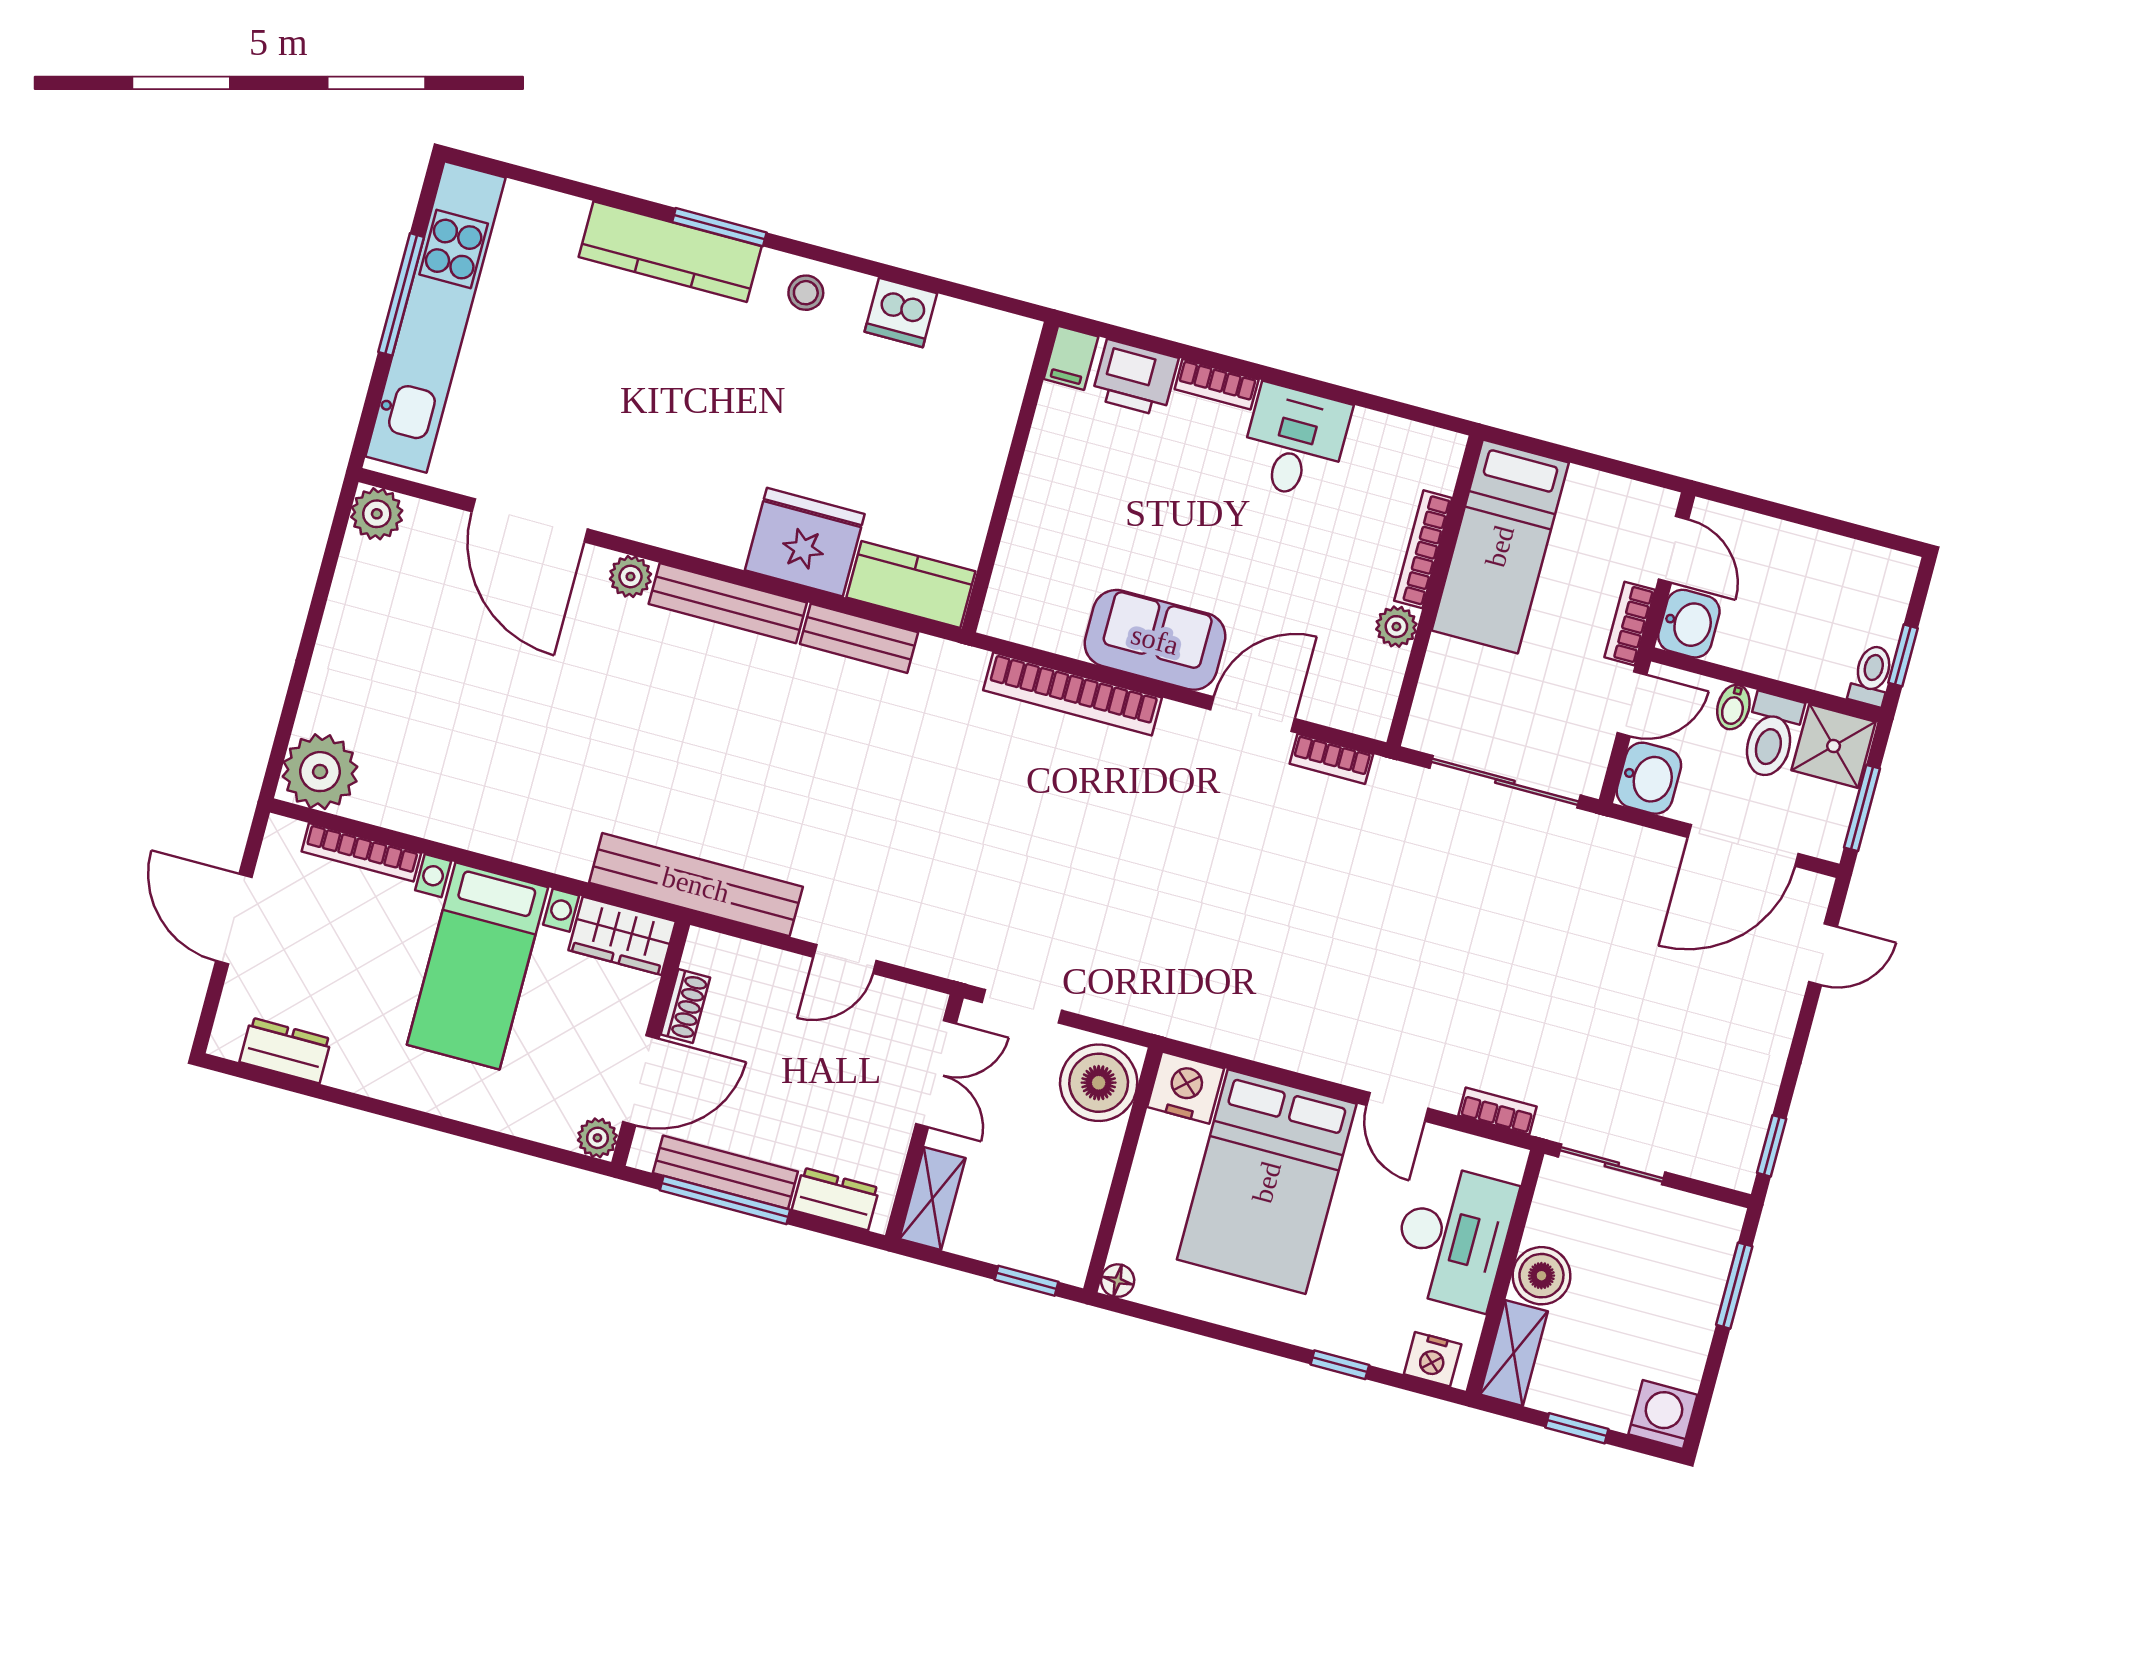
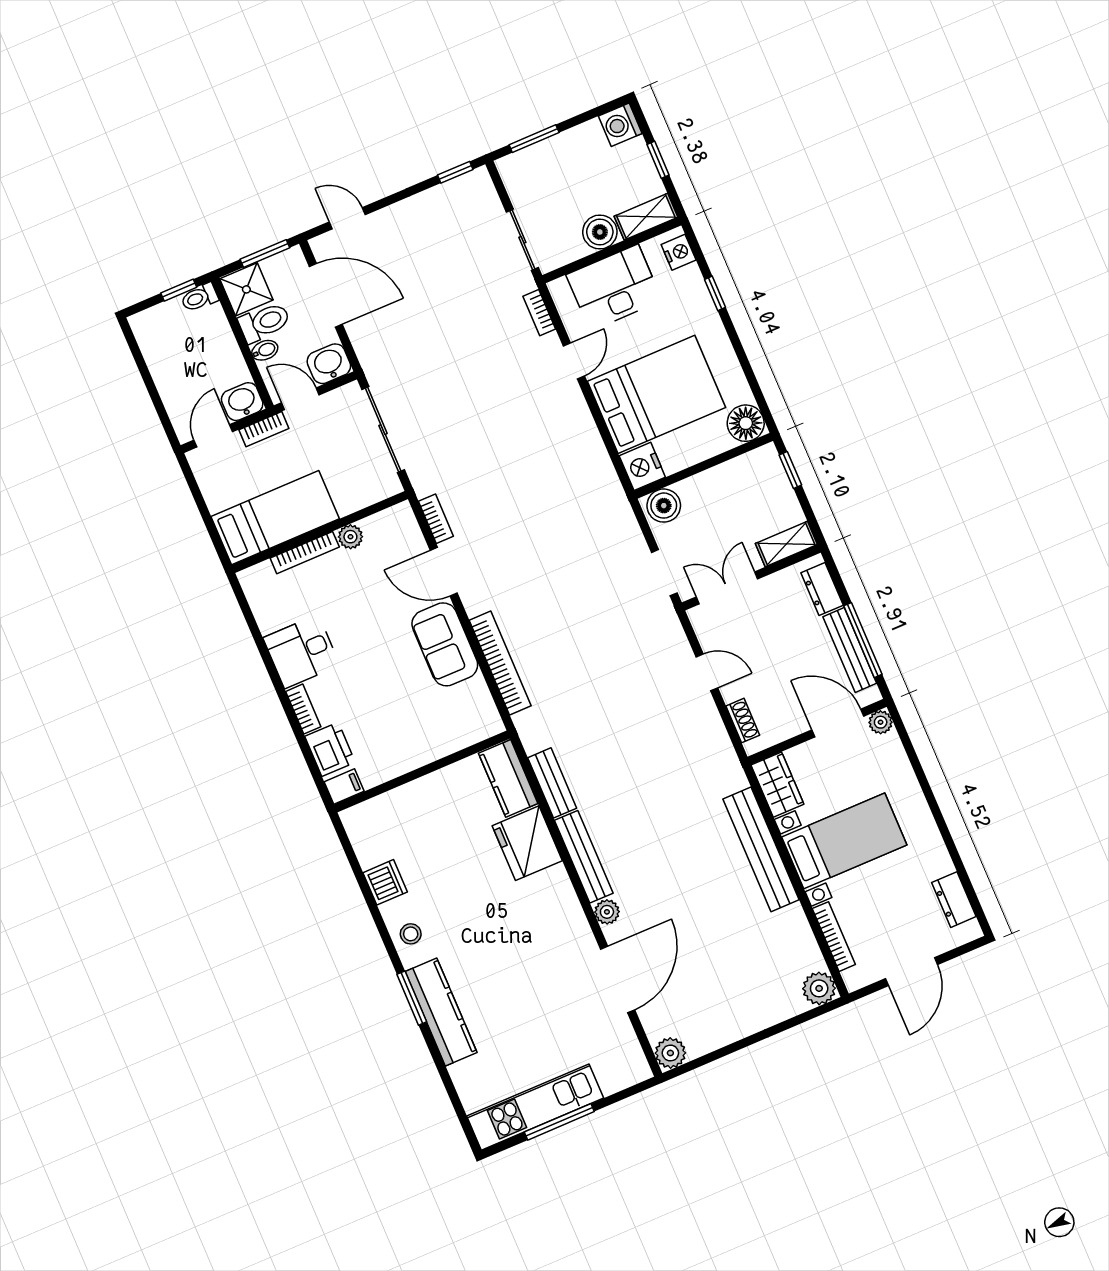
kitchen unit: (435, 317) -> (535, 1107), width x0.73
plant: (320, 772) -> (819, 988), width x0.73, depth x0.73
bench: (696, 885) -> (761, 849), moved
shoe rack: (685, 1006) -> (743, 721), moved, turned 90
boiler: (1099, 1083) -> (664, 506), width x0.73, depth x0.73
floor lamp: (1118, 1281) -> (746, 423), width x1.89, depth x1.89

